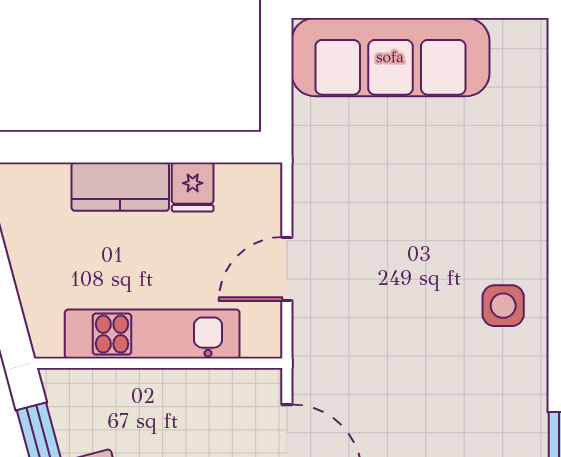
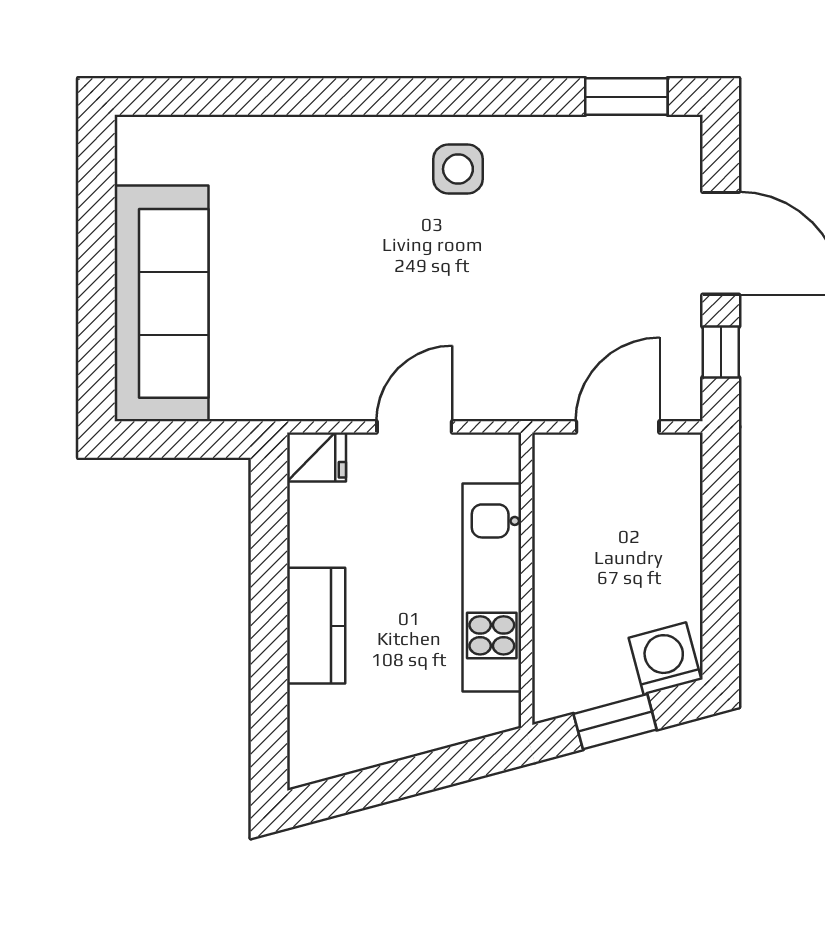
fridge: (193, 187) -> (317, 457), moved
door: (287, 269) -> (414, 427), swing flipped

